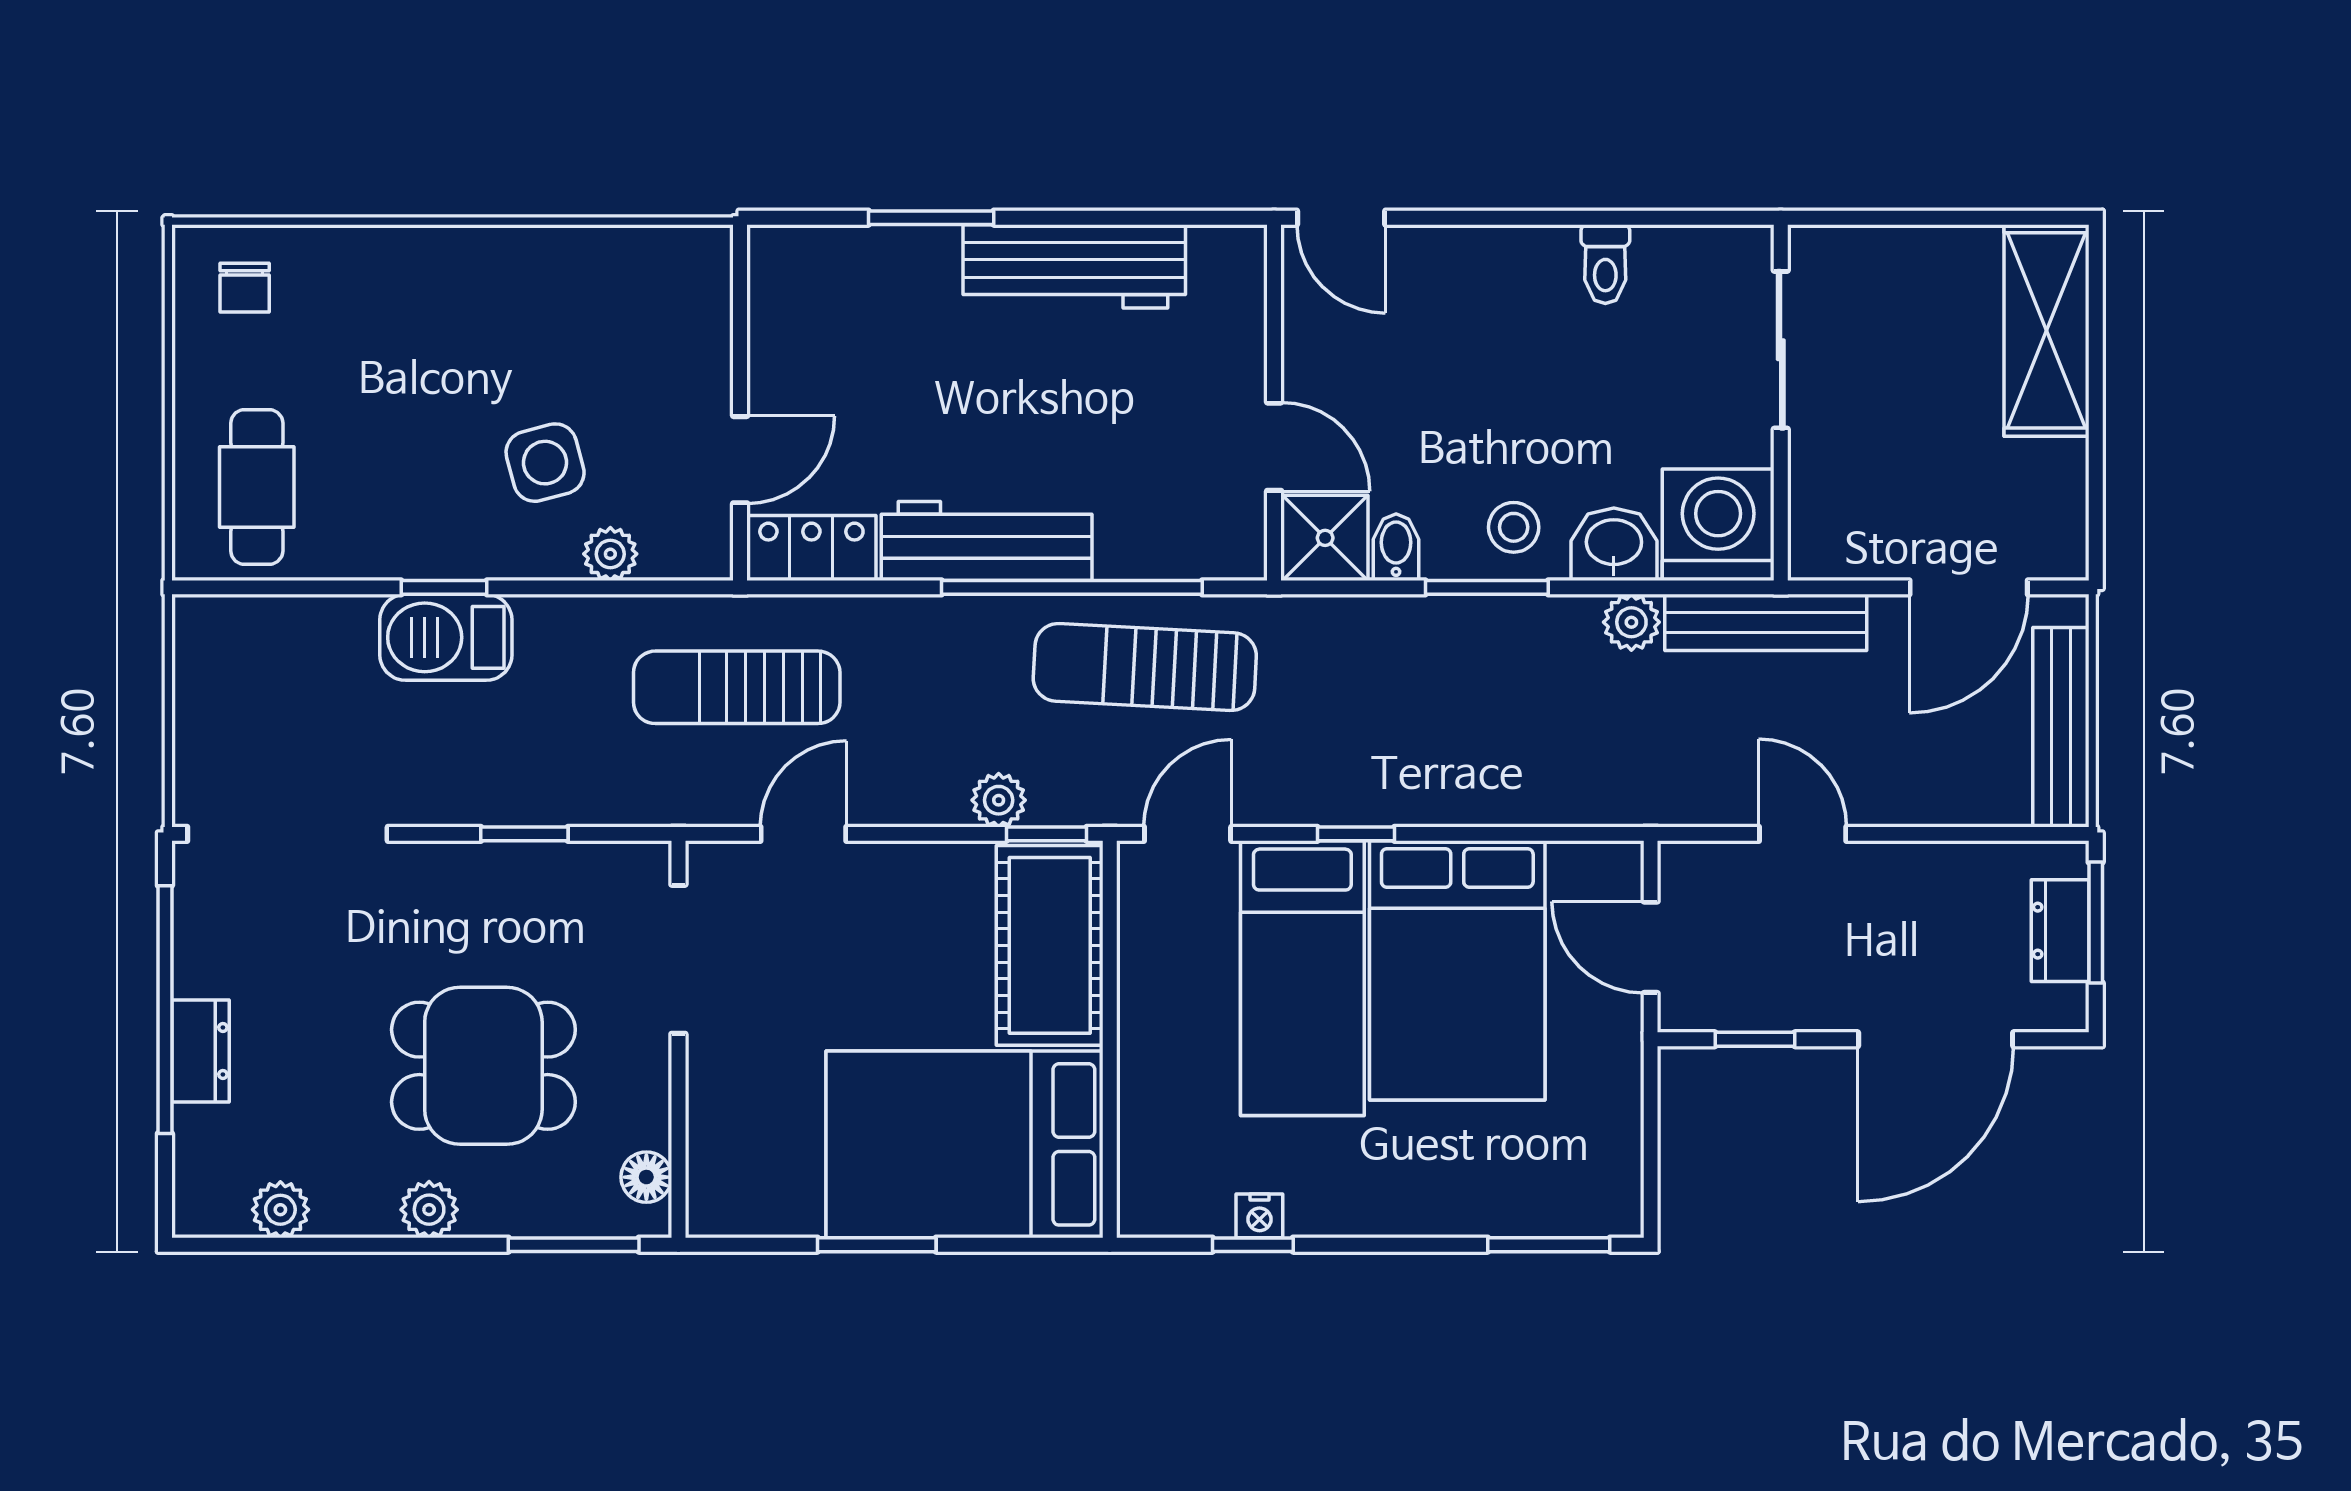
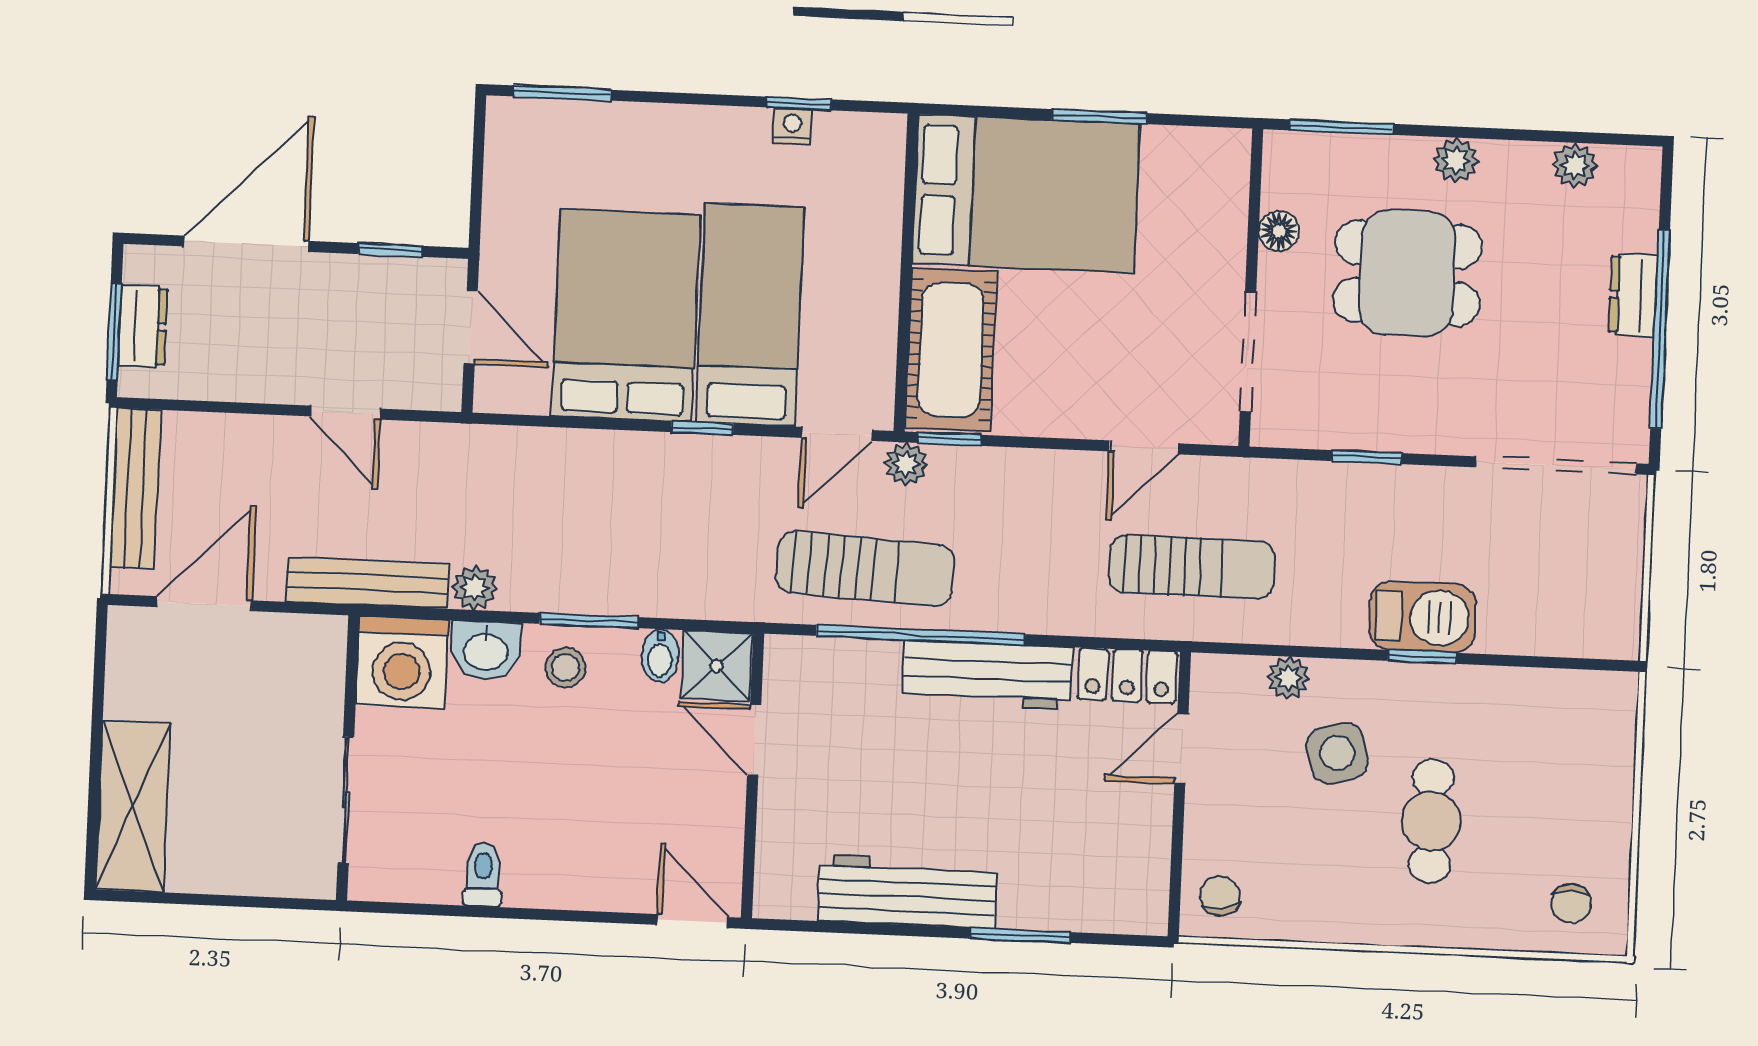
chair: (684, 278) -> (1220, 896), added
chair: (245, 288) -> (1571, 903), turned 180
cafe table: (257, 487) -> (1431, 821), moved
plant: (999, 800) -> (906, 464), moved
floor lamp: (646, 1177) -> (1279, 231), moved

